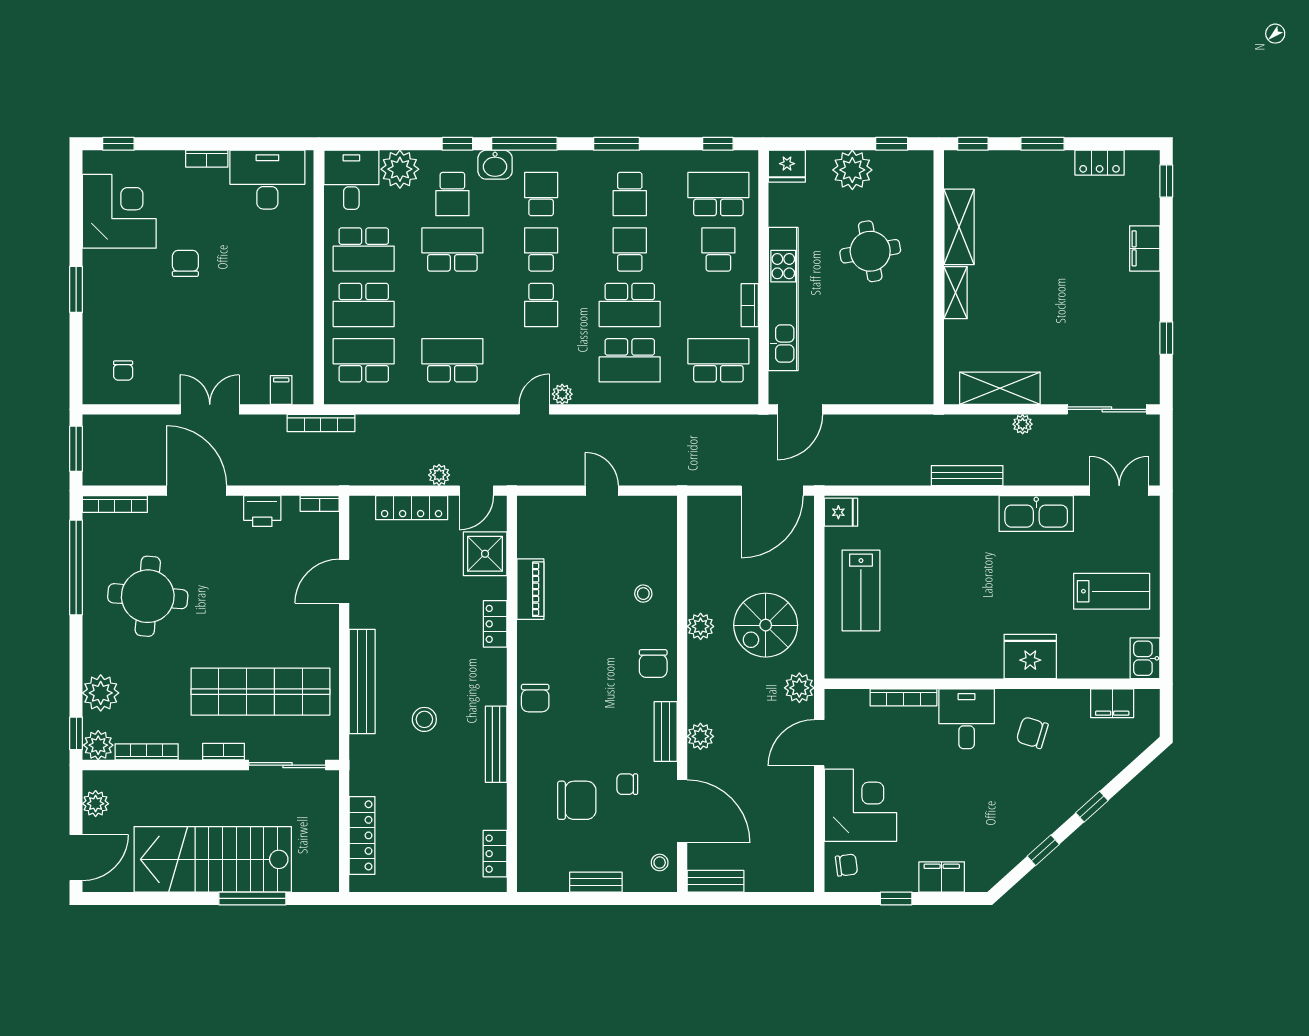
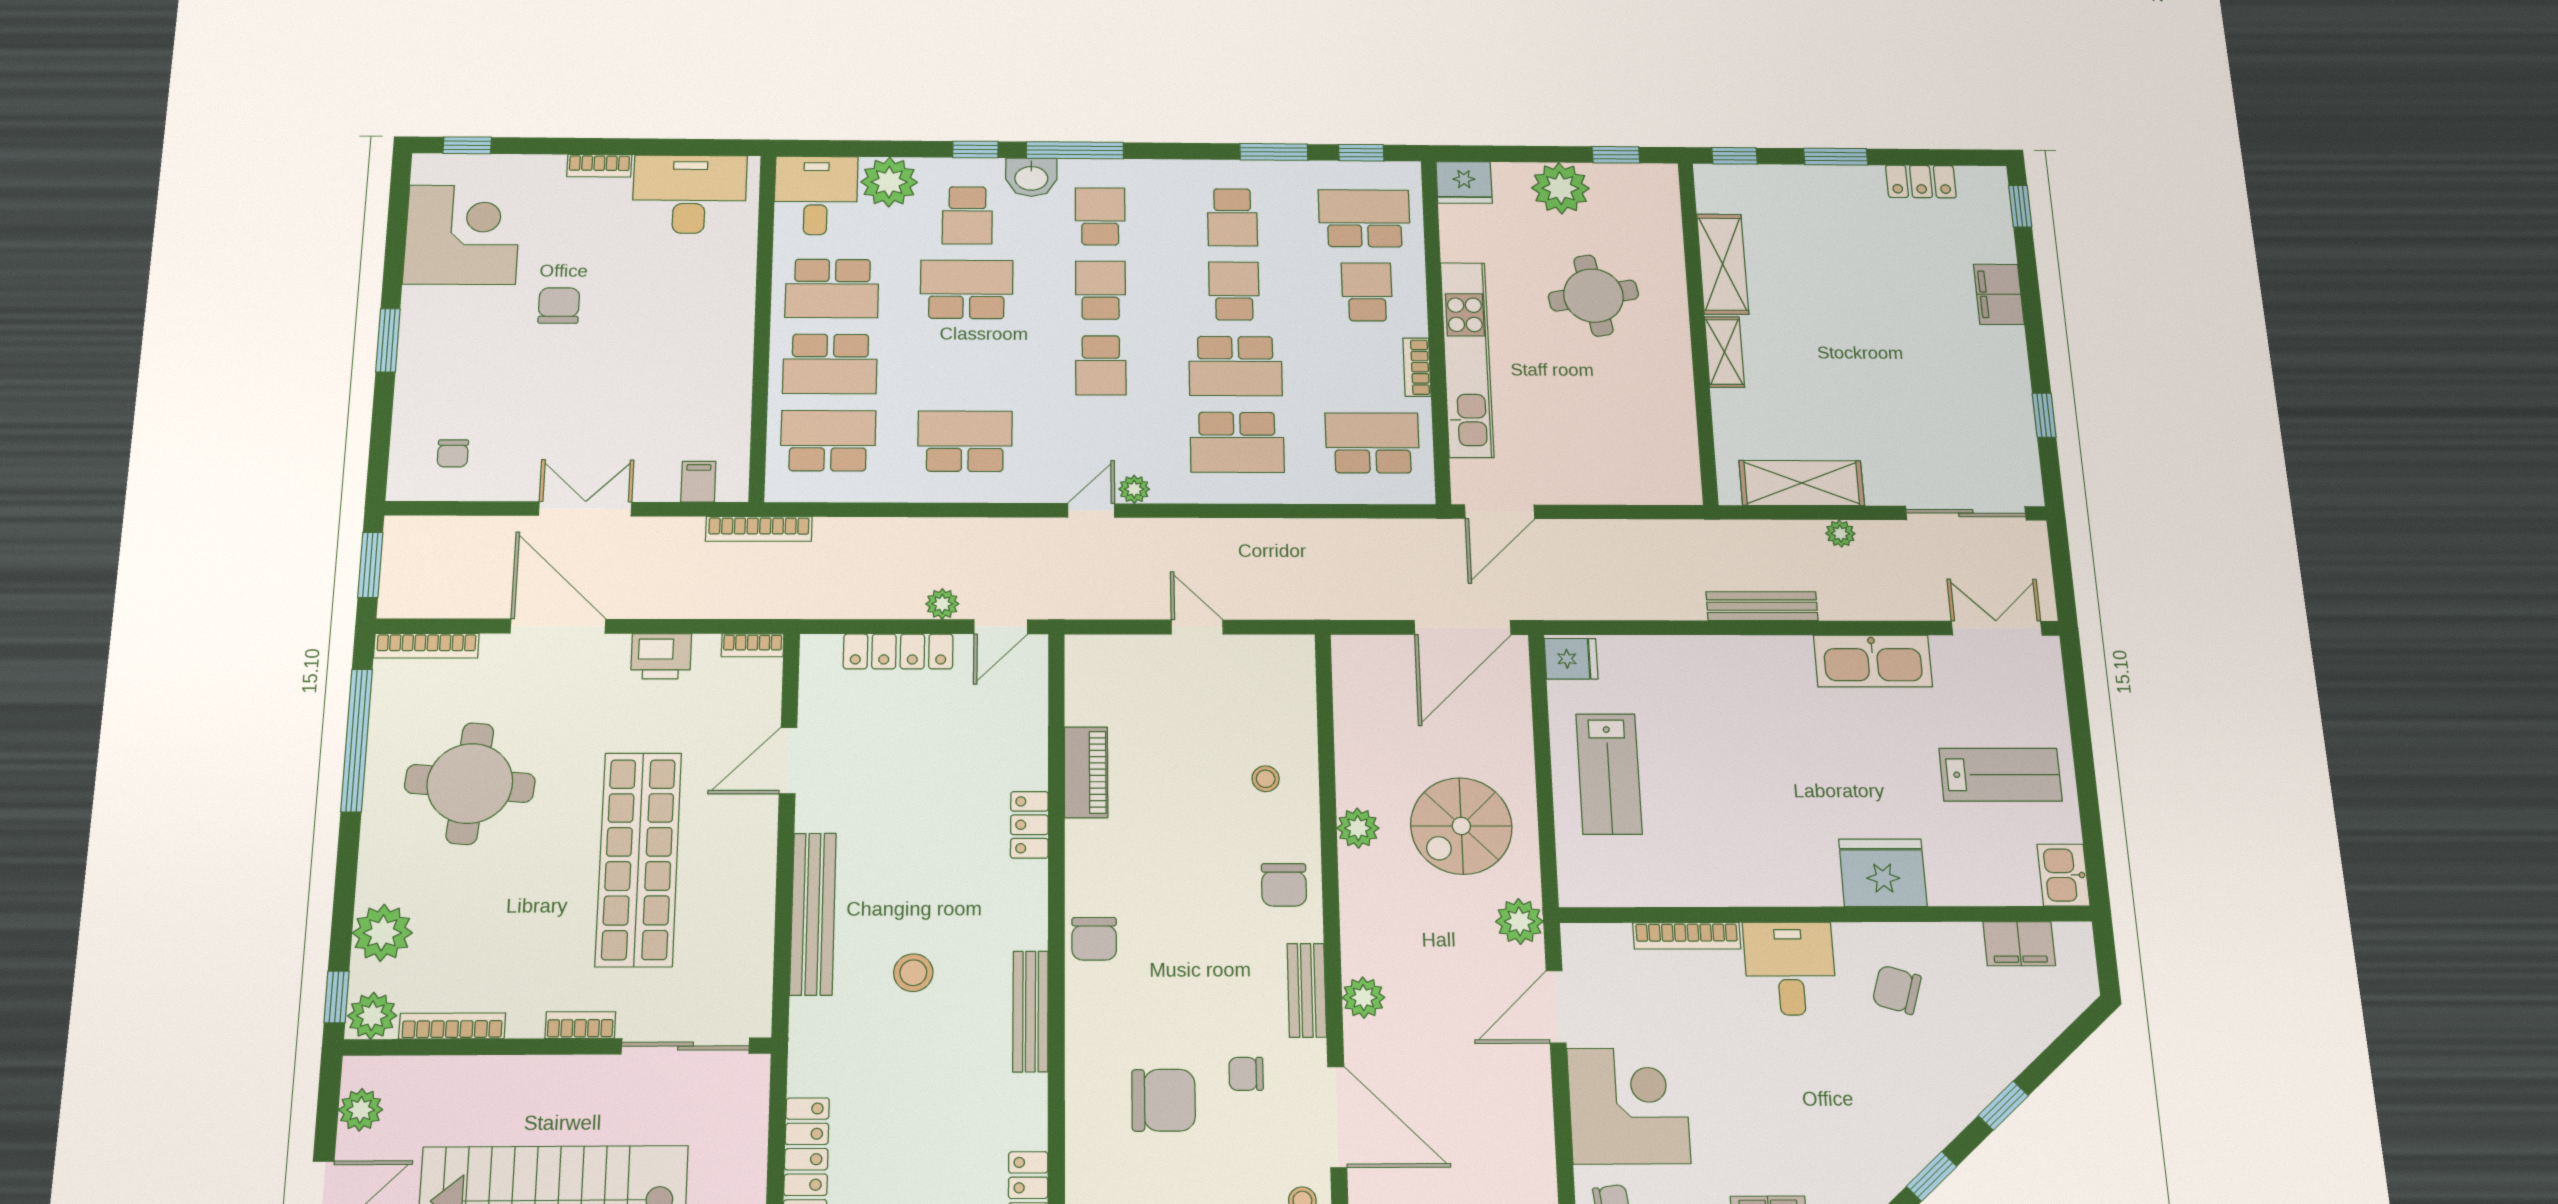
window: (616, 144) -> (1274, 152), moved
shower: (485, 554) -> (1014, 720), removed
shop shelf: (260, 692) -> (639, 859), moved, turned 90

